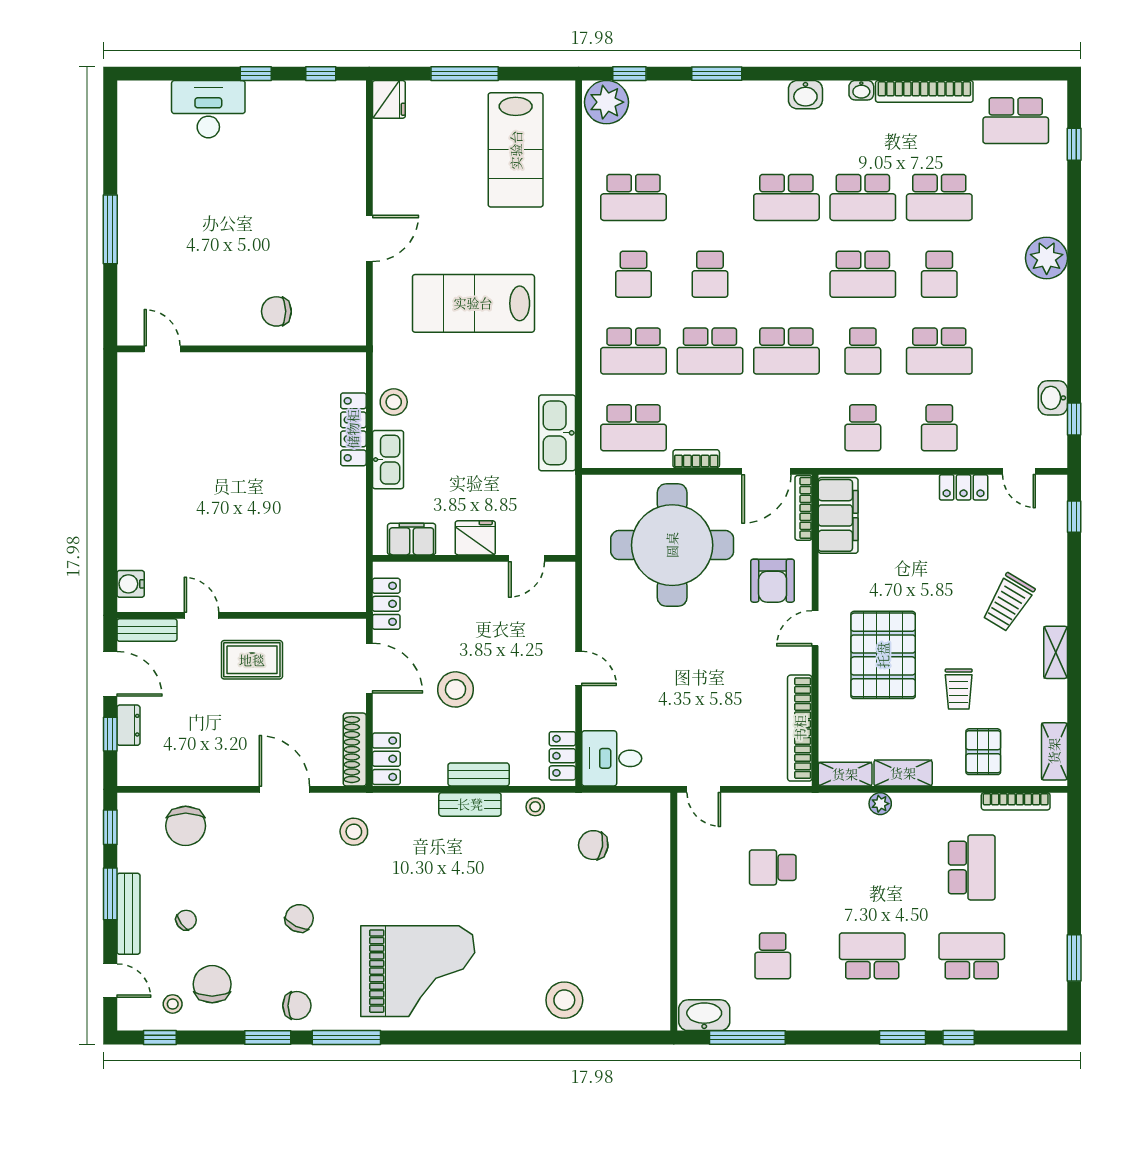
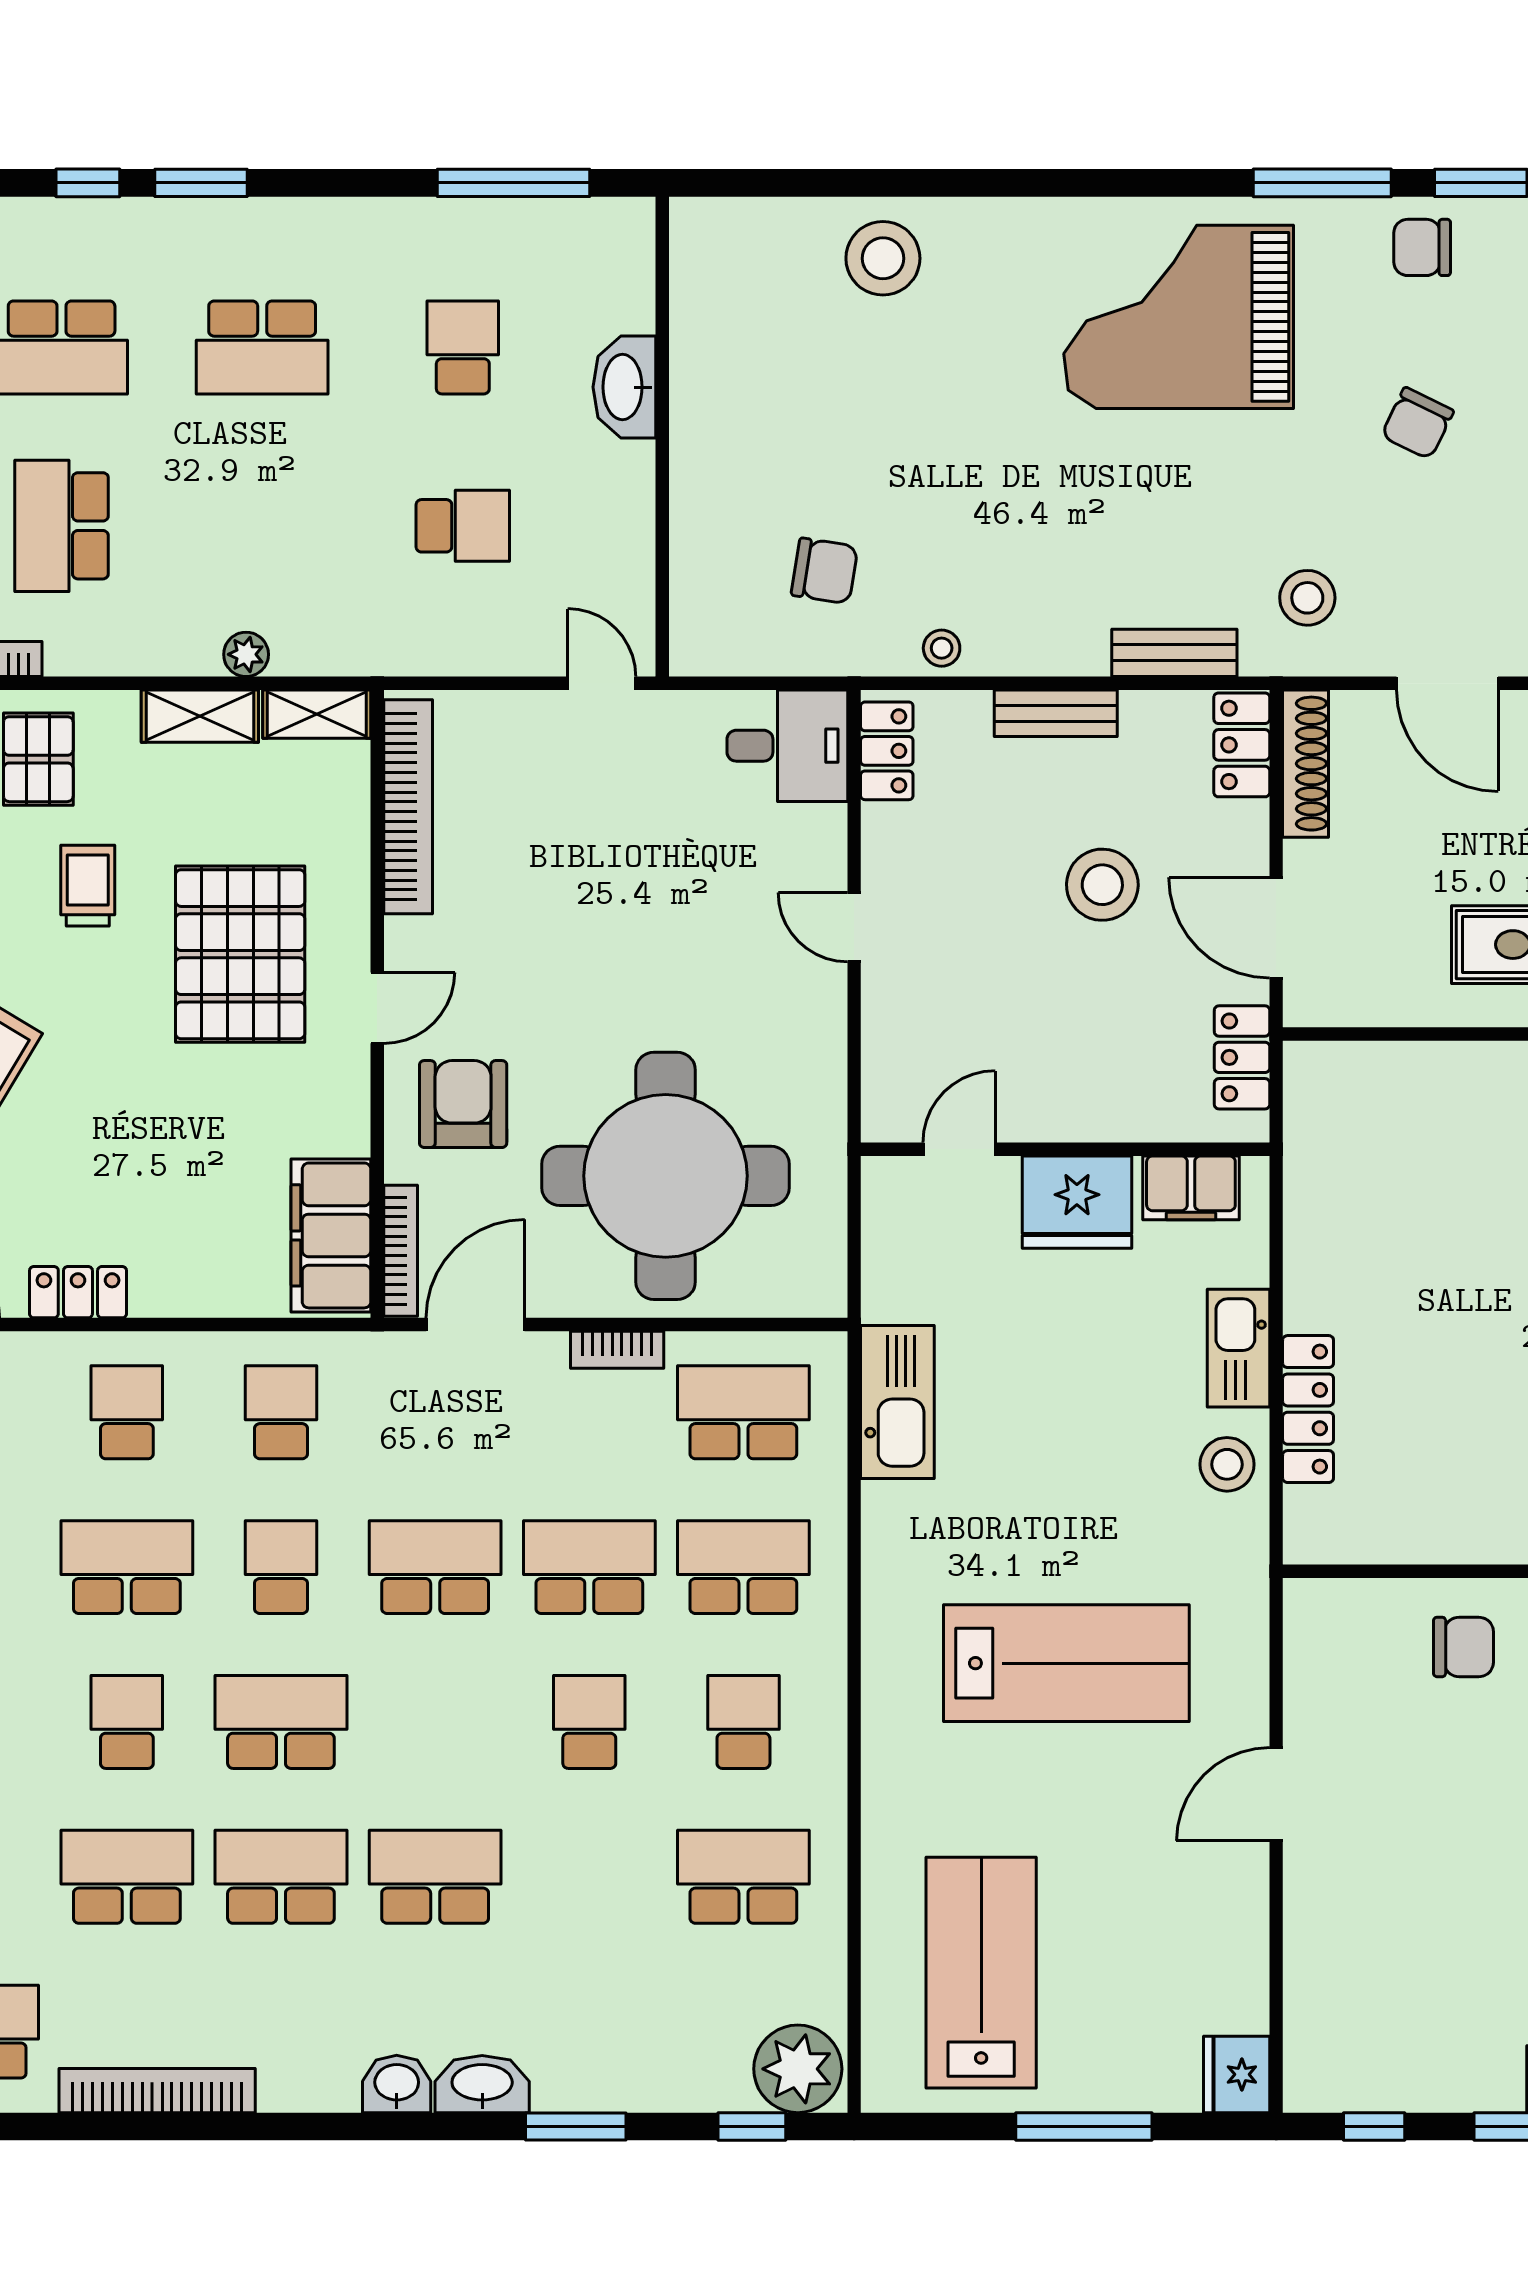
washbasin: (861, 90) -> (482, 2084), moved, width x1.91, depth x1.45
fridge: (475, 538) -> (1077, 1202), width x1.36, depth x1.34
bench: (470, 804) -> (1174, 653), moved
washbasin: (704, 1015) -> (624, 387), moved, turned 90

